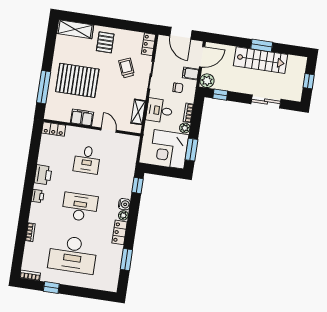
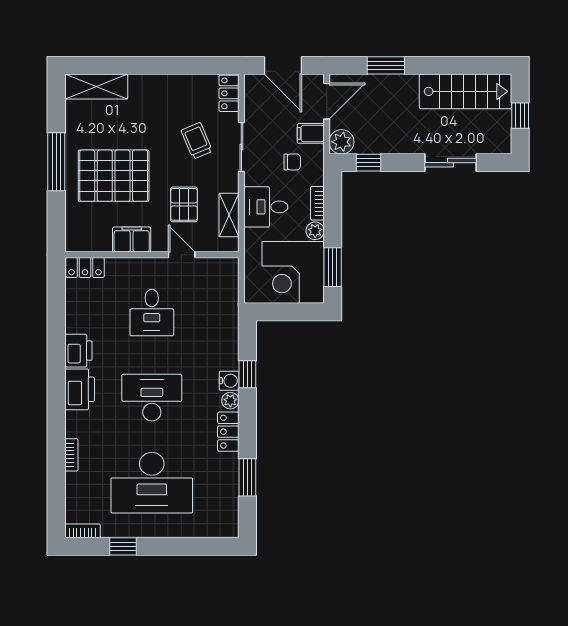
pallet: (105, 42) -> (184, 204), moved
window: (262, 46) -> (386, 65), moved
stairs: (261, 60) -> (466, 91), moved
window: (44, 87) -> (56, 162), moved
window: (138, 185) -> (247, 374), moved
printer: (38, 196) -> (80, 389), width x1.87, depth x1.48

